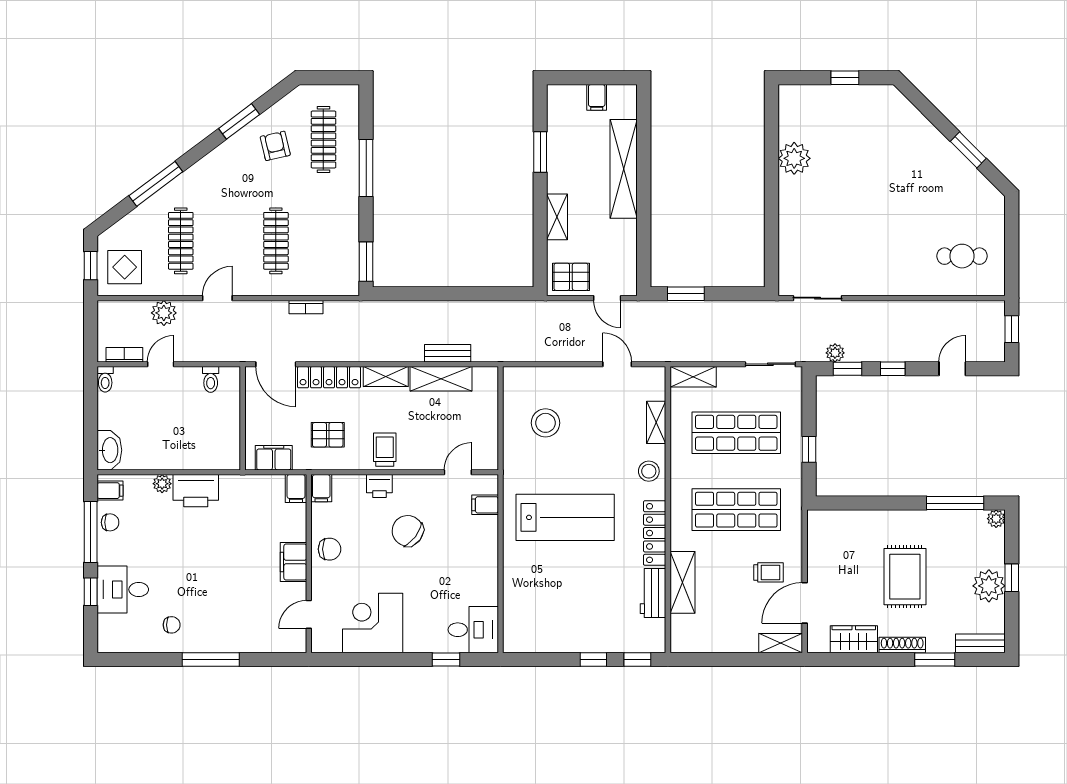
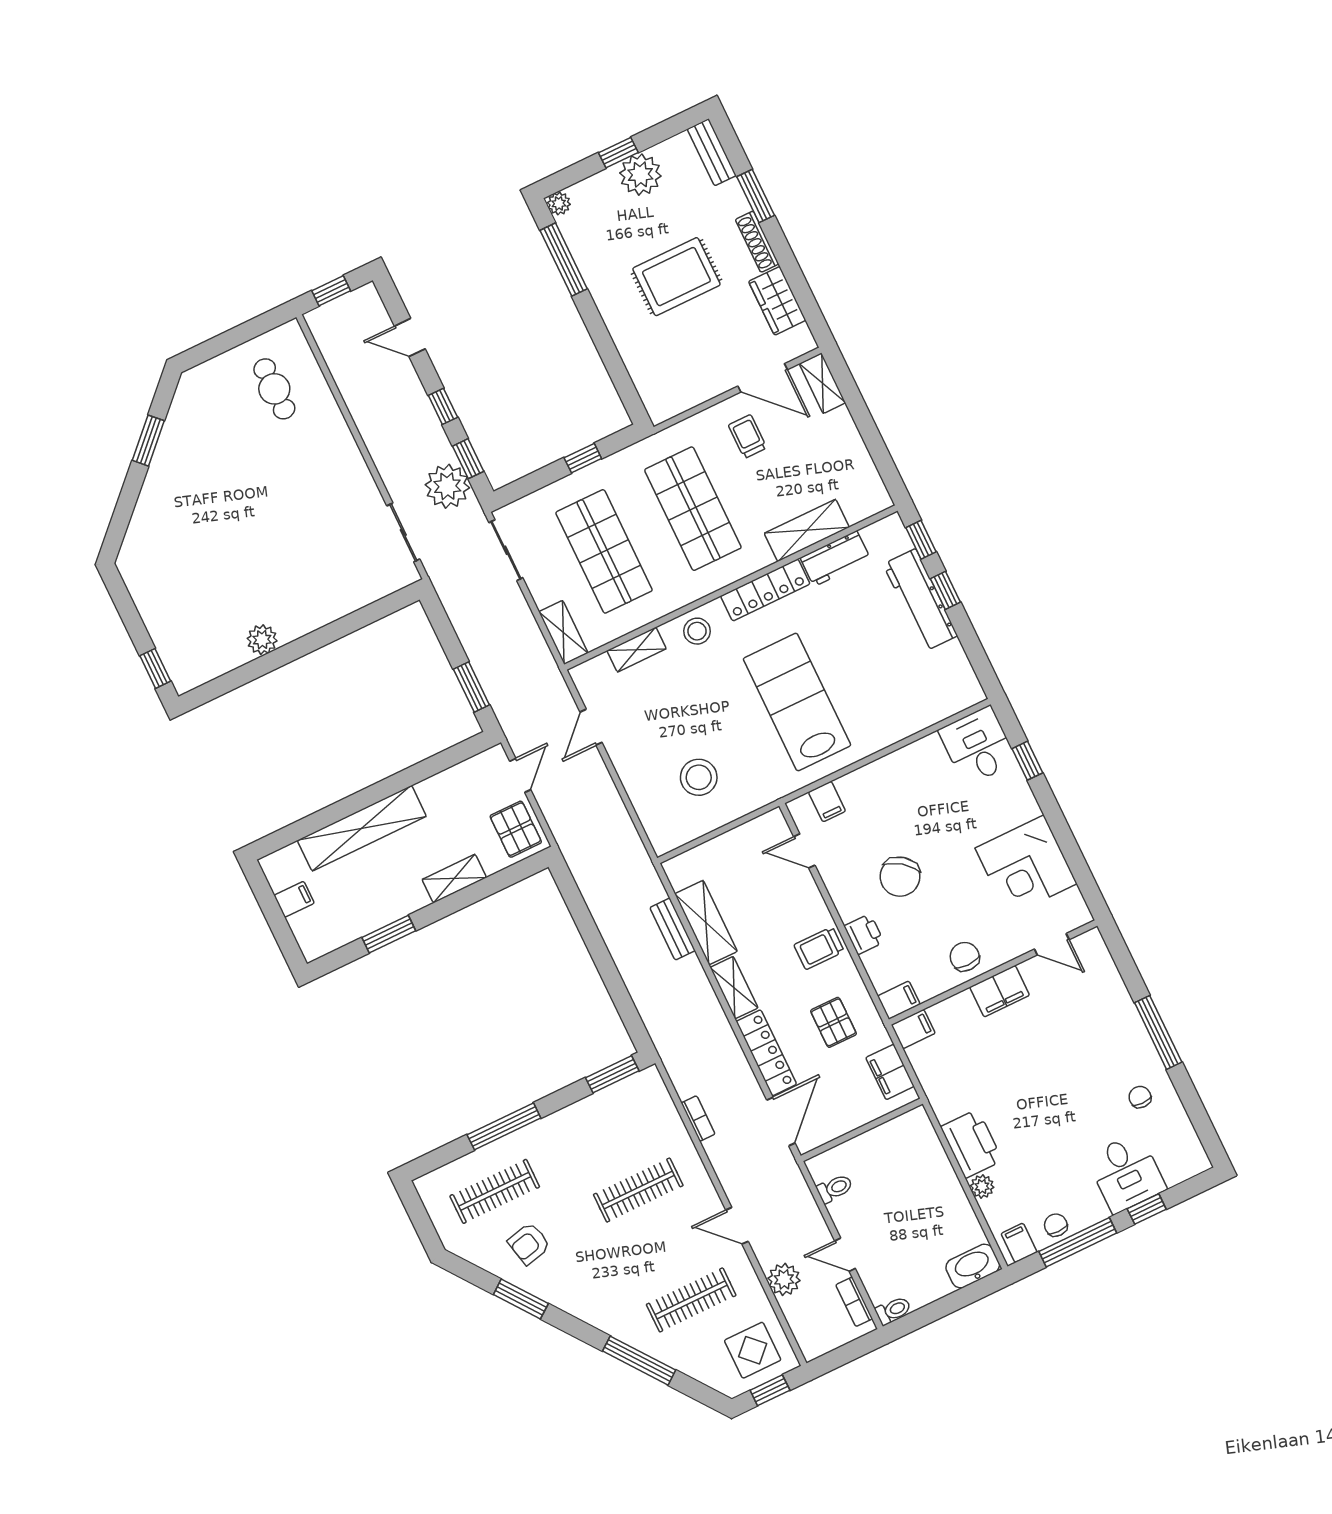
window: (845, 78) -> (155, 668), moved
plant: (794, 158) -> (262, 640), width x0.73, depth x0.73
plant: (835, 353) -> (447, 486), width x1.88, depth x1.88
workbench: (595, 639) -> (920, 600), added

